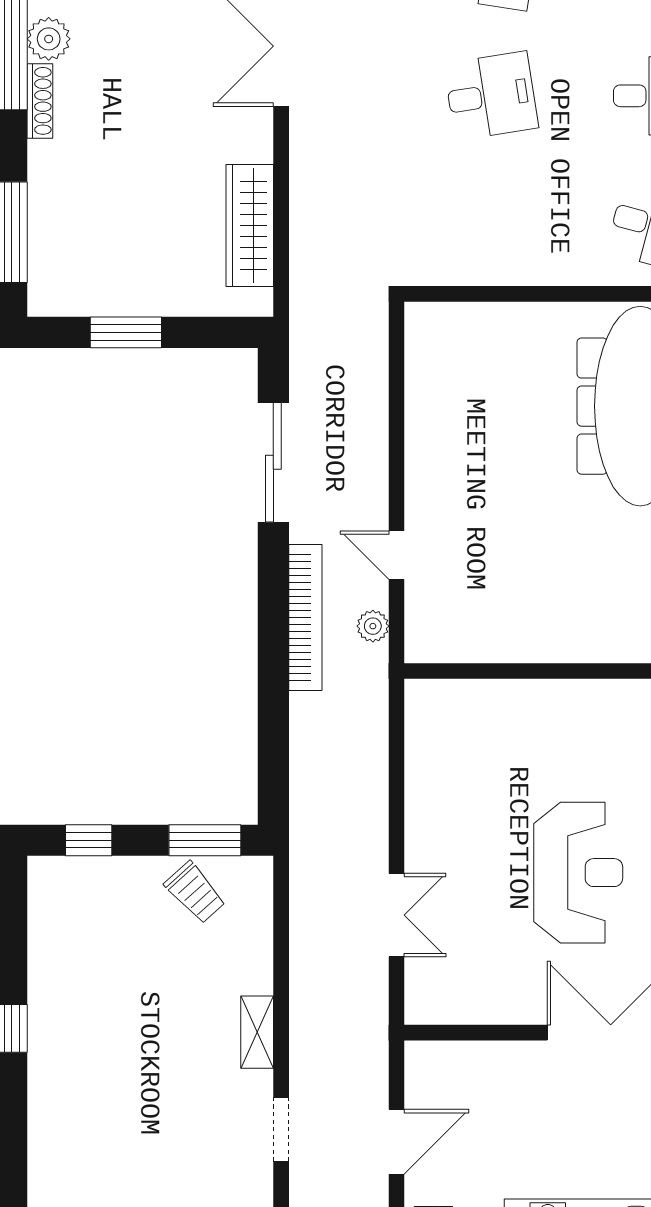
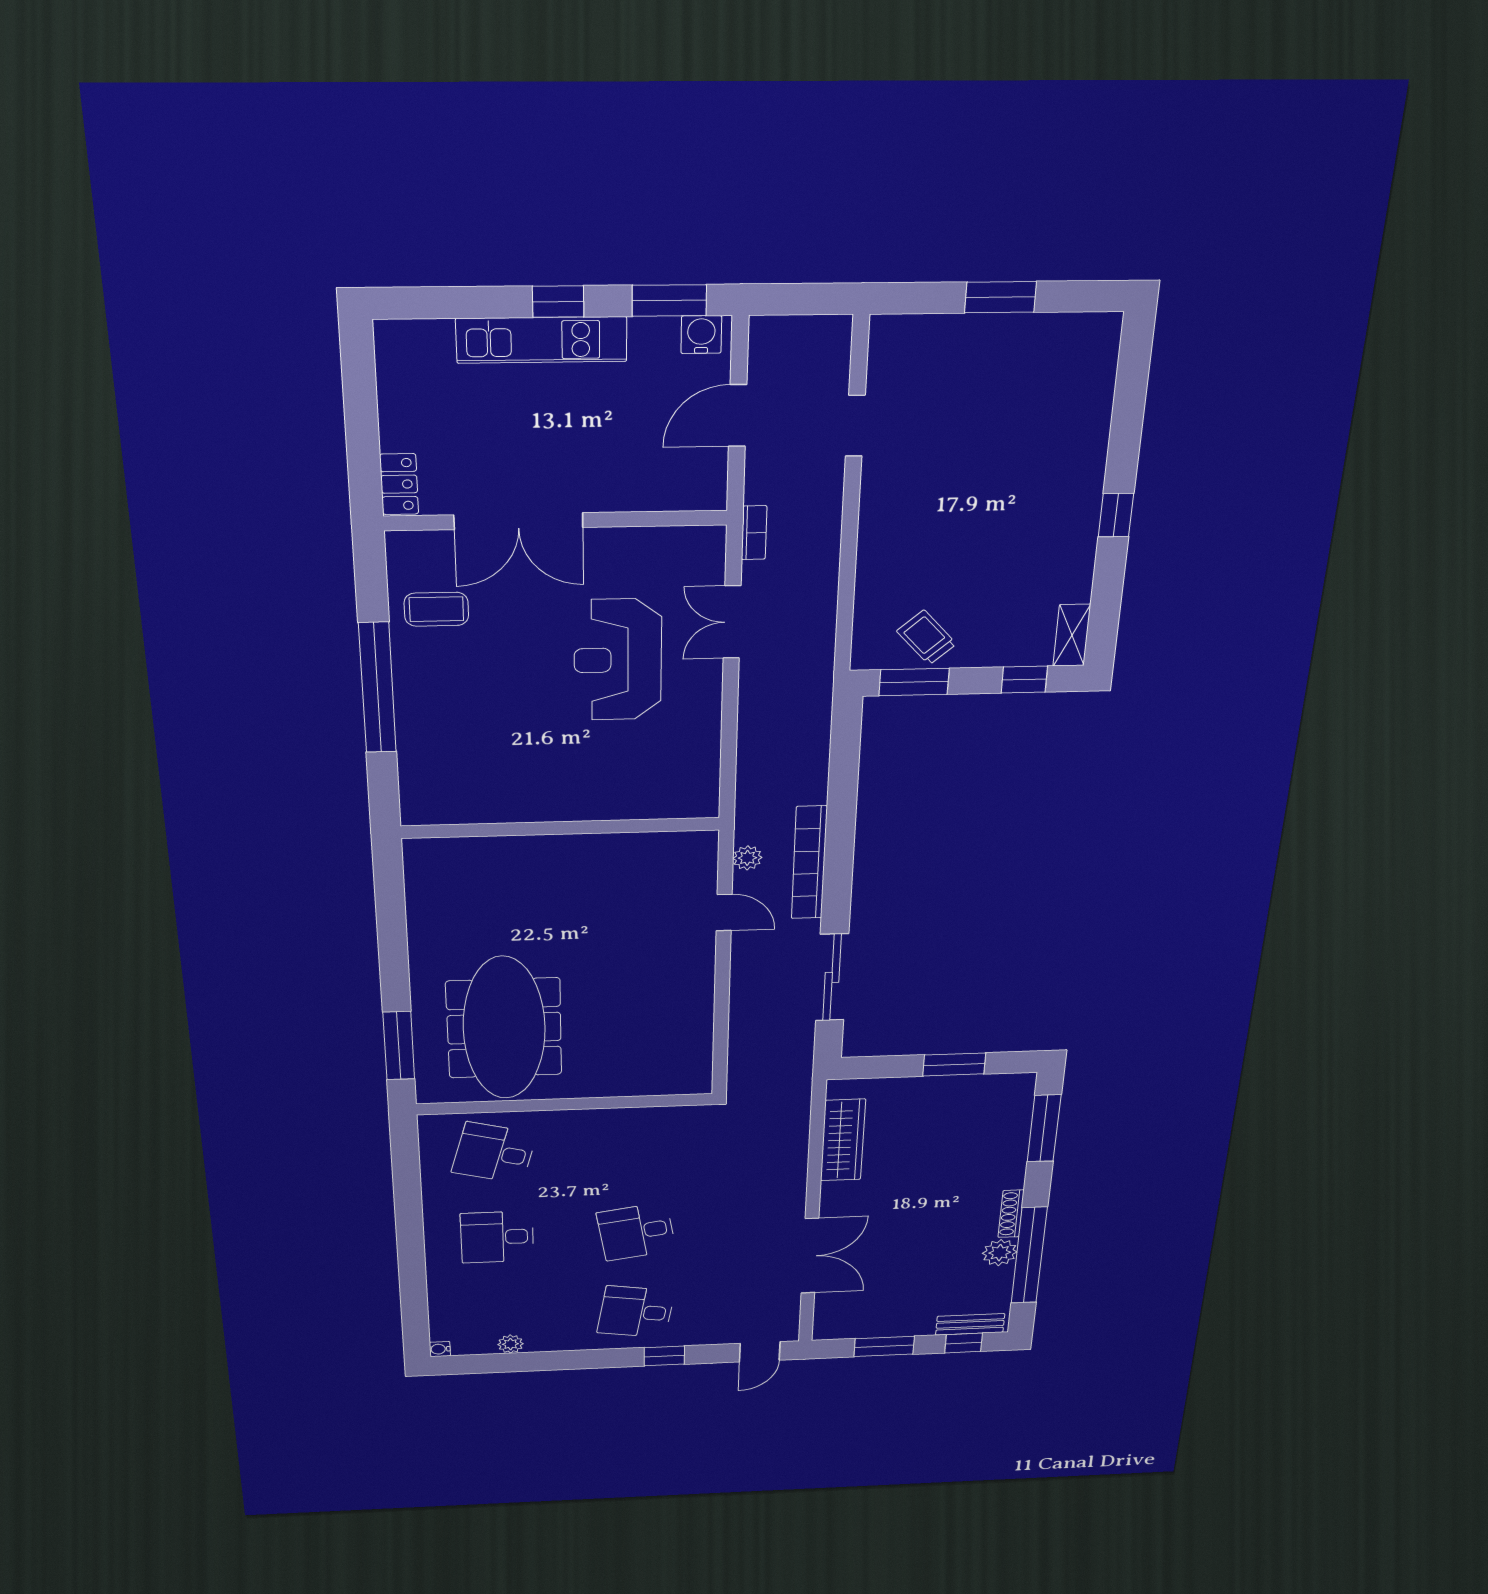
reception desk: (578, 873) -> (618, 660), moved
bookcase: (377, 1016) -> (754, 533), added
shelving: (257, 1032) -> (1072, 635), moved

